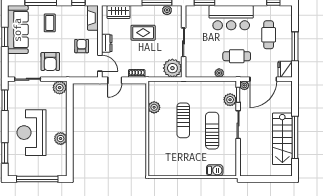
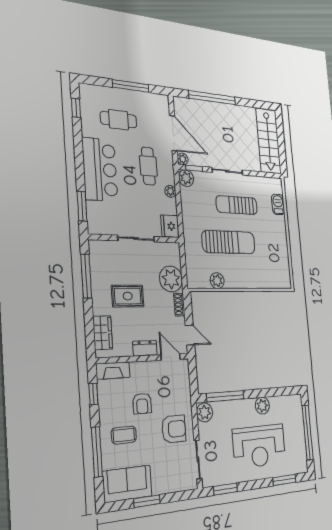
plant: (167, 10) -> (96, 261), removed
sofa: (18, 30) -> (127, 484), width x0.73
rug: (143, 33) -> (128, 296), turned 90
armchair: (82, 46) -> (142, 403), moved, turned -90
door: (100, 63) -> (171, 357), hinge flipped
plant: (172, 68) -> (171, 279), moved
fridge: (285, 69) -> (170, 226), moved, turned 90
plant: (230, 100) -> (186, 178), moved
window: (70, 106) -> (225, 396), added
sun lounger: (183, 120) -> (229, 242), width x1.36, depth x1.34
window: (295, 137) -> (212, 98), moved
stairs: (282, 139) -> (268, 141), moved, turned 90

